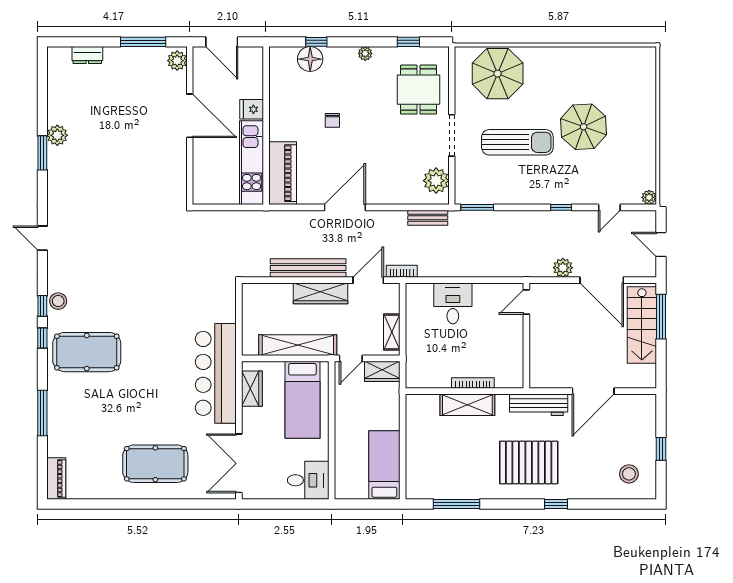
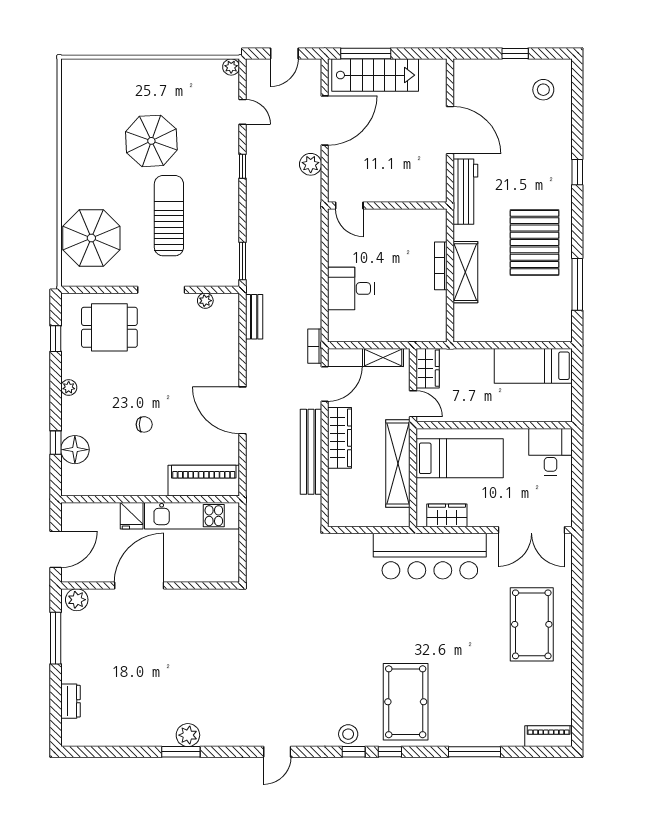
plant: (57, 135) -> (188, 735), moved
plant: (436, 181) -> (205, 301), width x0.53, depth x0.53
door: (368, 280) -> (325, 384), swing flipped
pallet: (529, 462) -> (535, 243), moved

